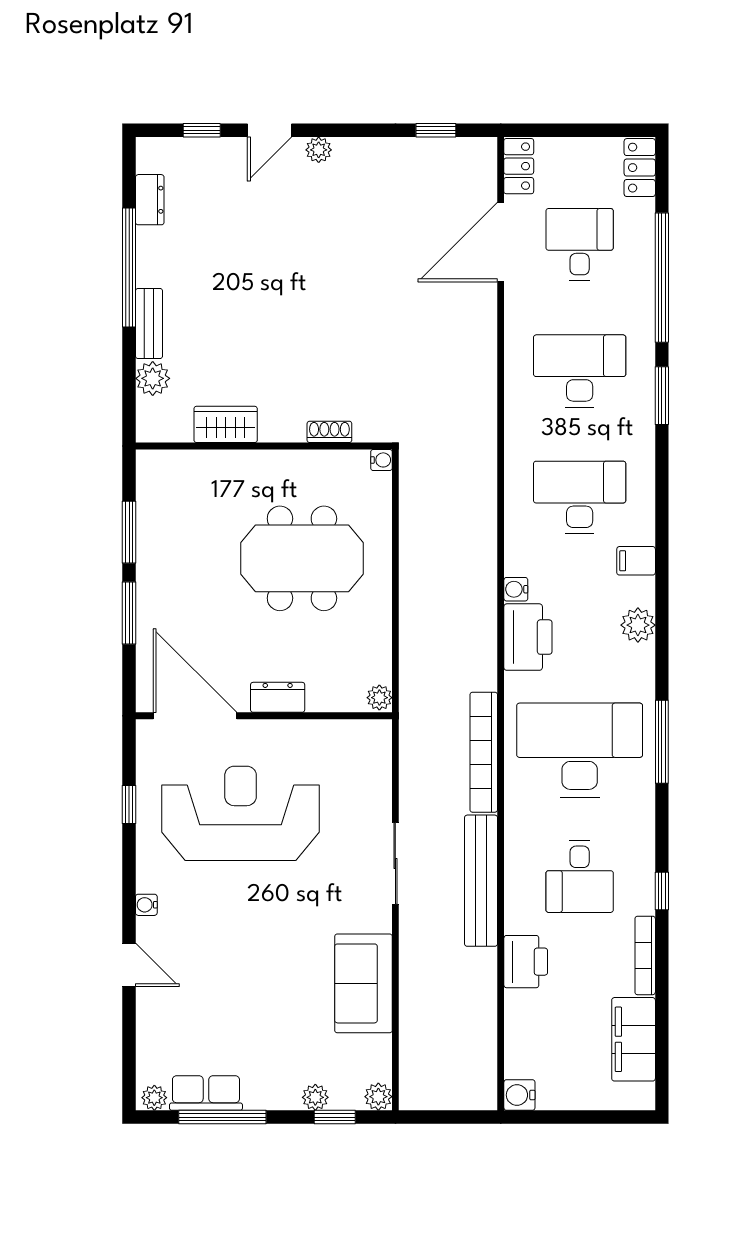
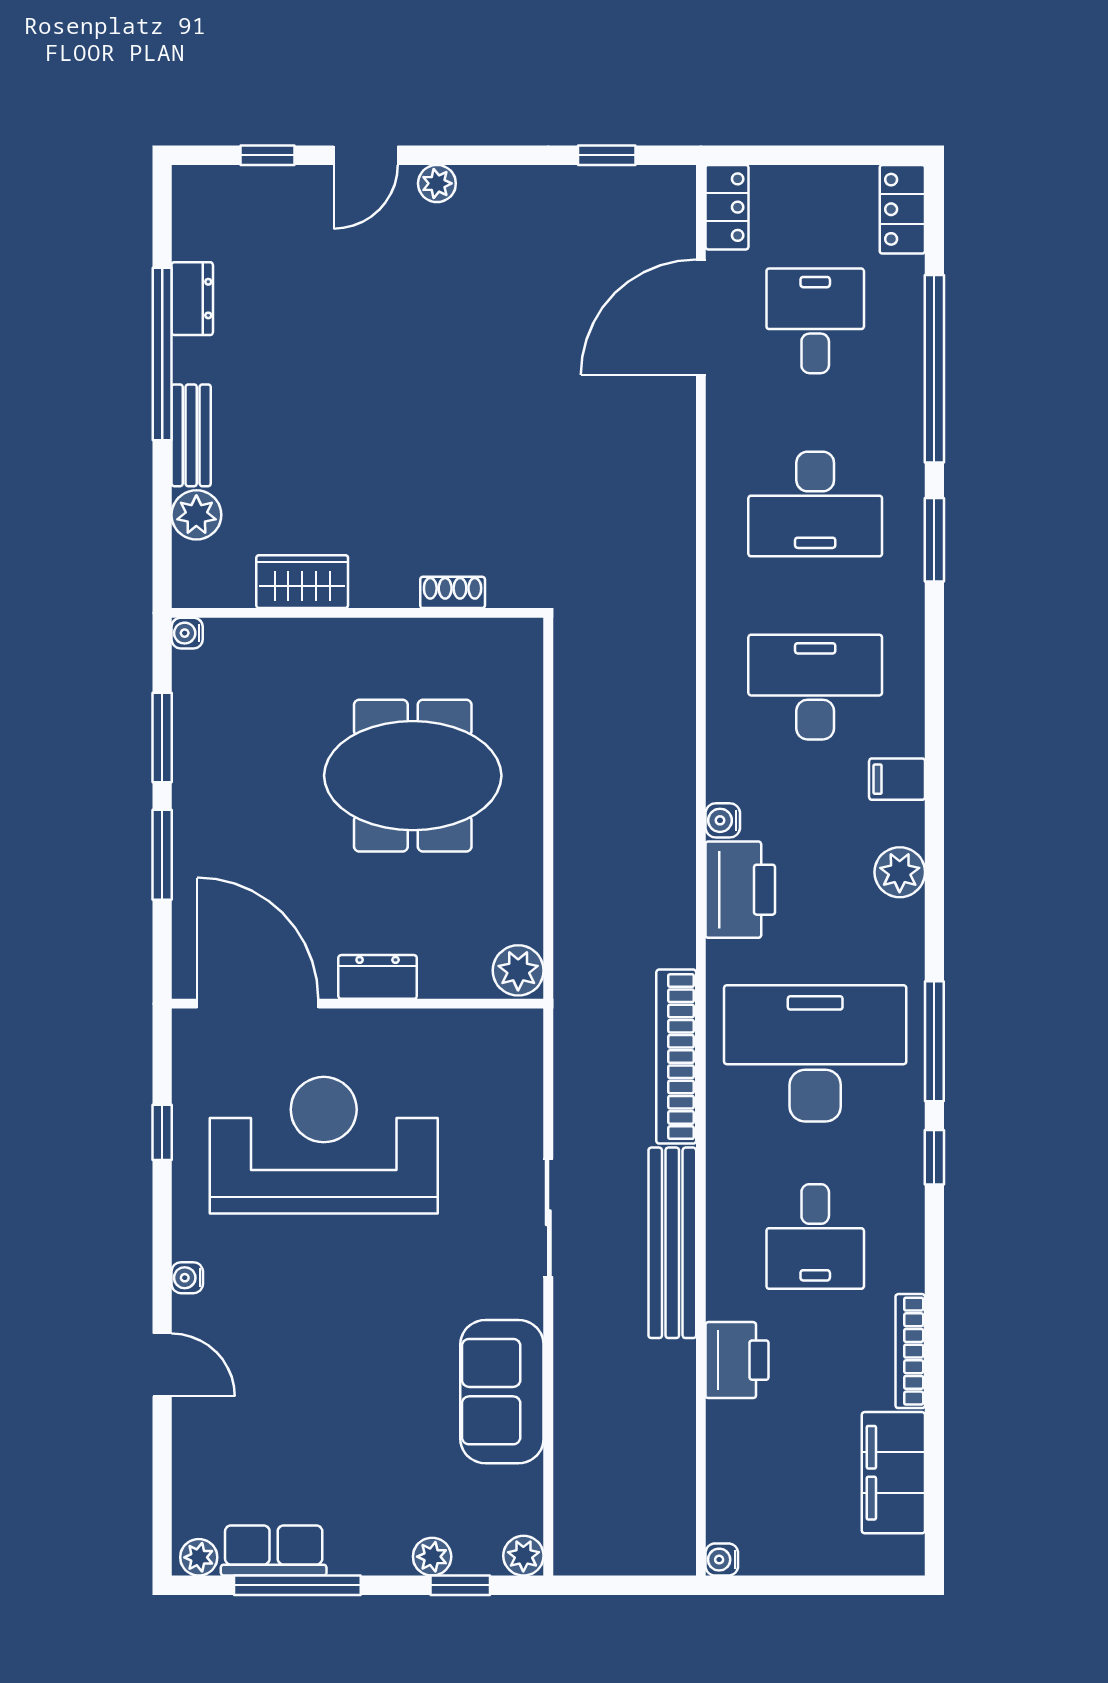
dresser: (150, 200) -> (192, 299), moved
desk: (580, 371) -> (815, 504), turned 180
water cooler: (381, 460) -> (187, 633), moved, turned 180
plant: (379, 698) -> (518, 970), width x1.38, depth x1.38
window: (662, 891) -> (934, 1157), moved
water cooler: (519, 1095) -> (722, 1560), width x0.72, depth x0.72

